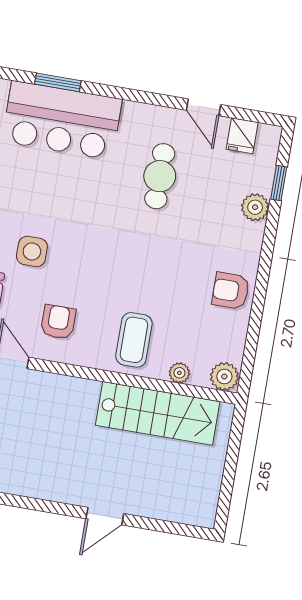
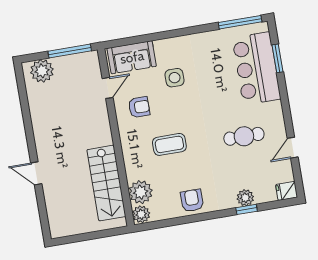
fridge: (242, 136) -> (287, 191), moved
window: (279, 183) -> (247, 209), moved
coffee table: (134, 340) -> (169, 144), moved
plant: (179, 373) -> (141, 192), width x1.88, depth x1.88

